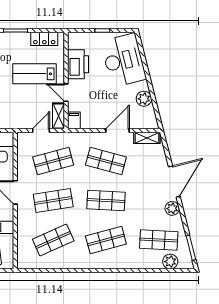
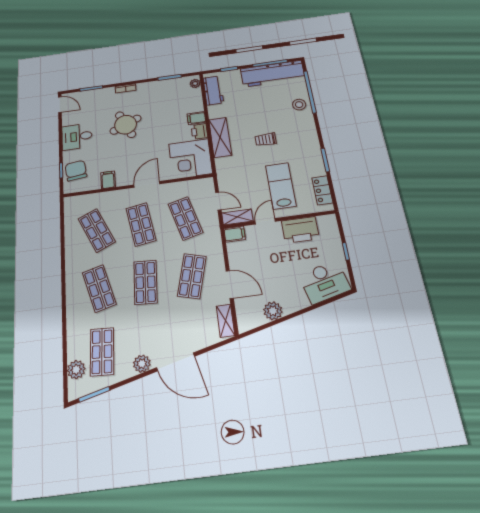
desk: (123, 60) -> (325, 282), width x0.73, depth x0.77

